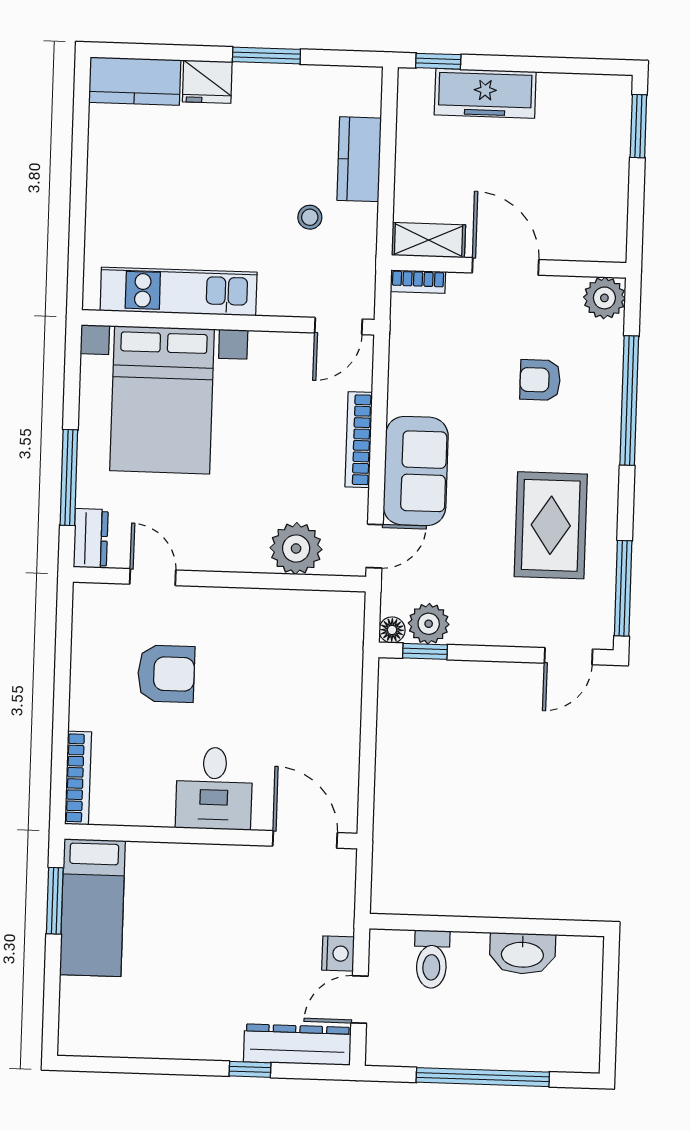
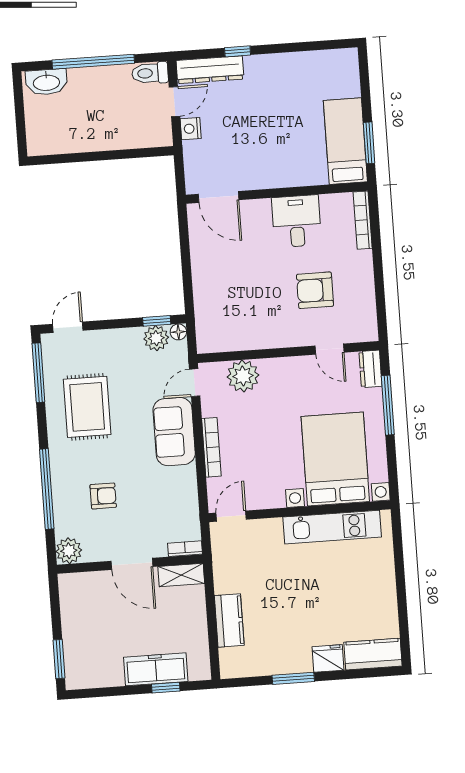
window: (438, 61) -> (166, 688), moved
stool: (310, 217) -> (256, 581), removed
desk: (214, 788) -> (297, 221), moved
washbasin: (522, 954) -> (46, 82), moved, turned 180
toilet: (432, 959) -> (150, 73), moved, turned -90

